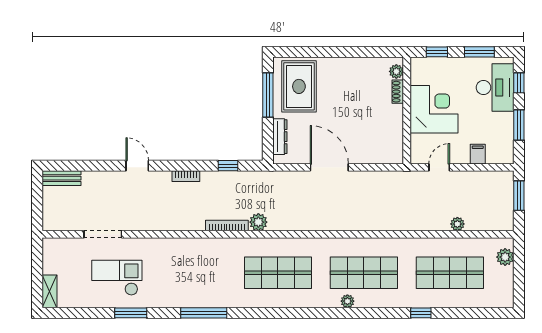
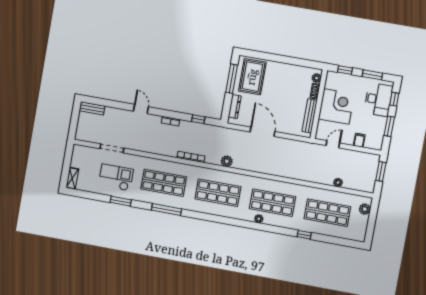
bench: (396, 131) -> (310, 116), added
plant: (258, 222) -> (227, 161), moved
shop shelf: (192, 273) -> (164, 183), added

